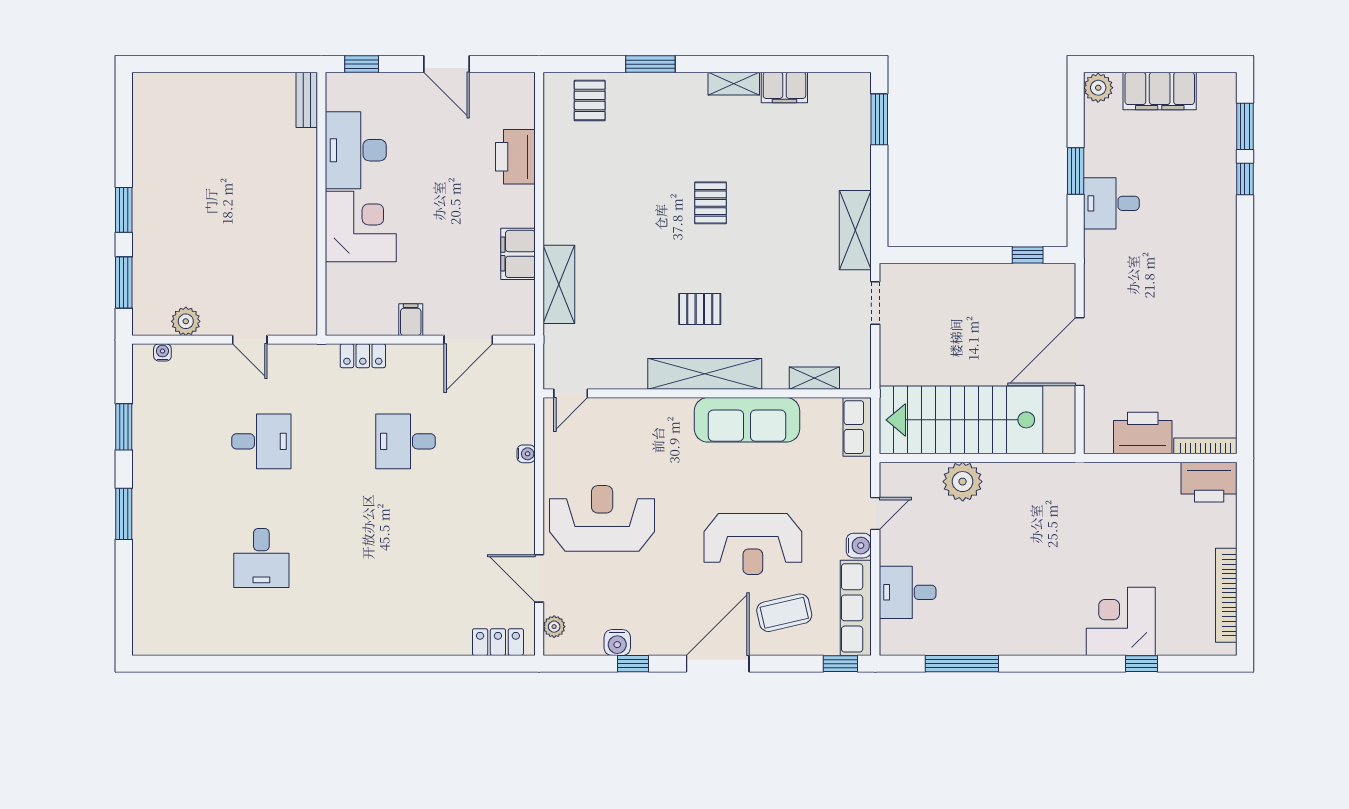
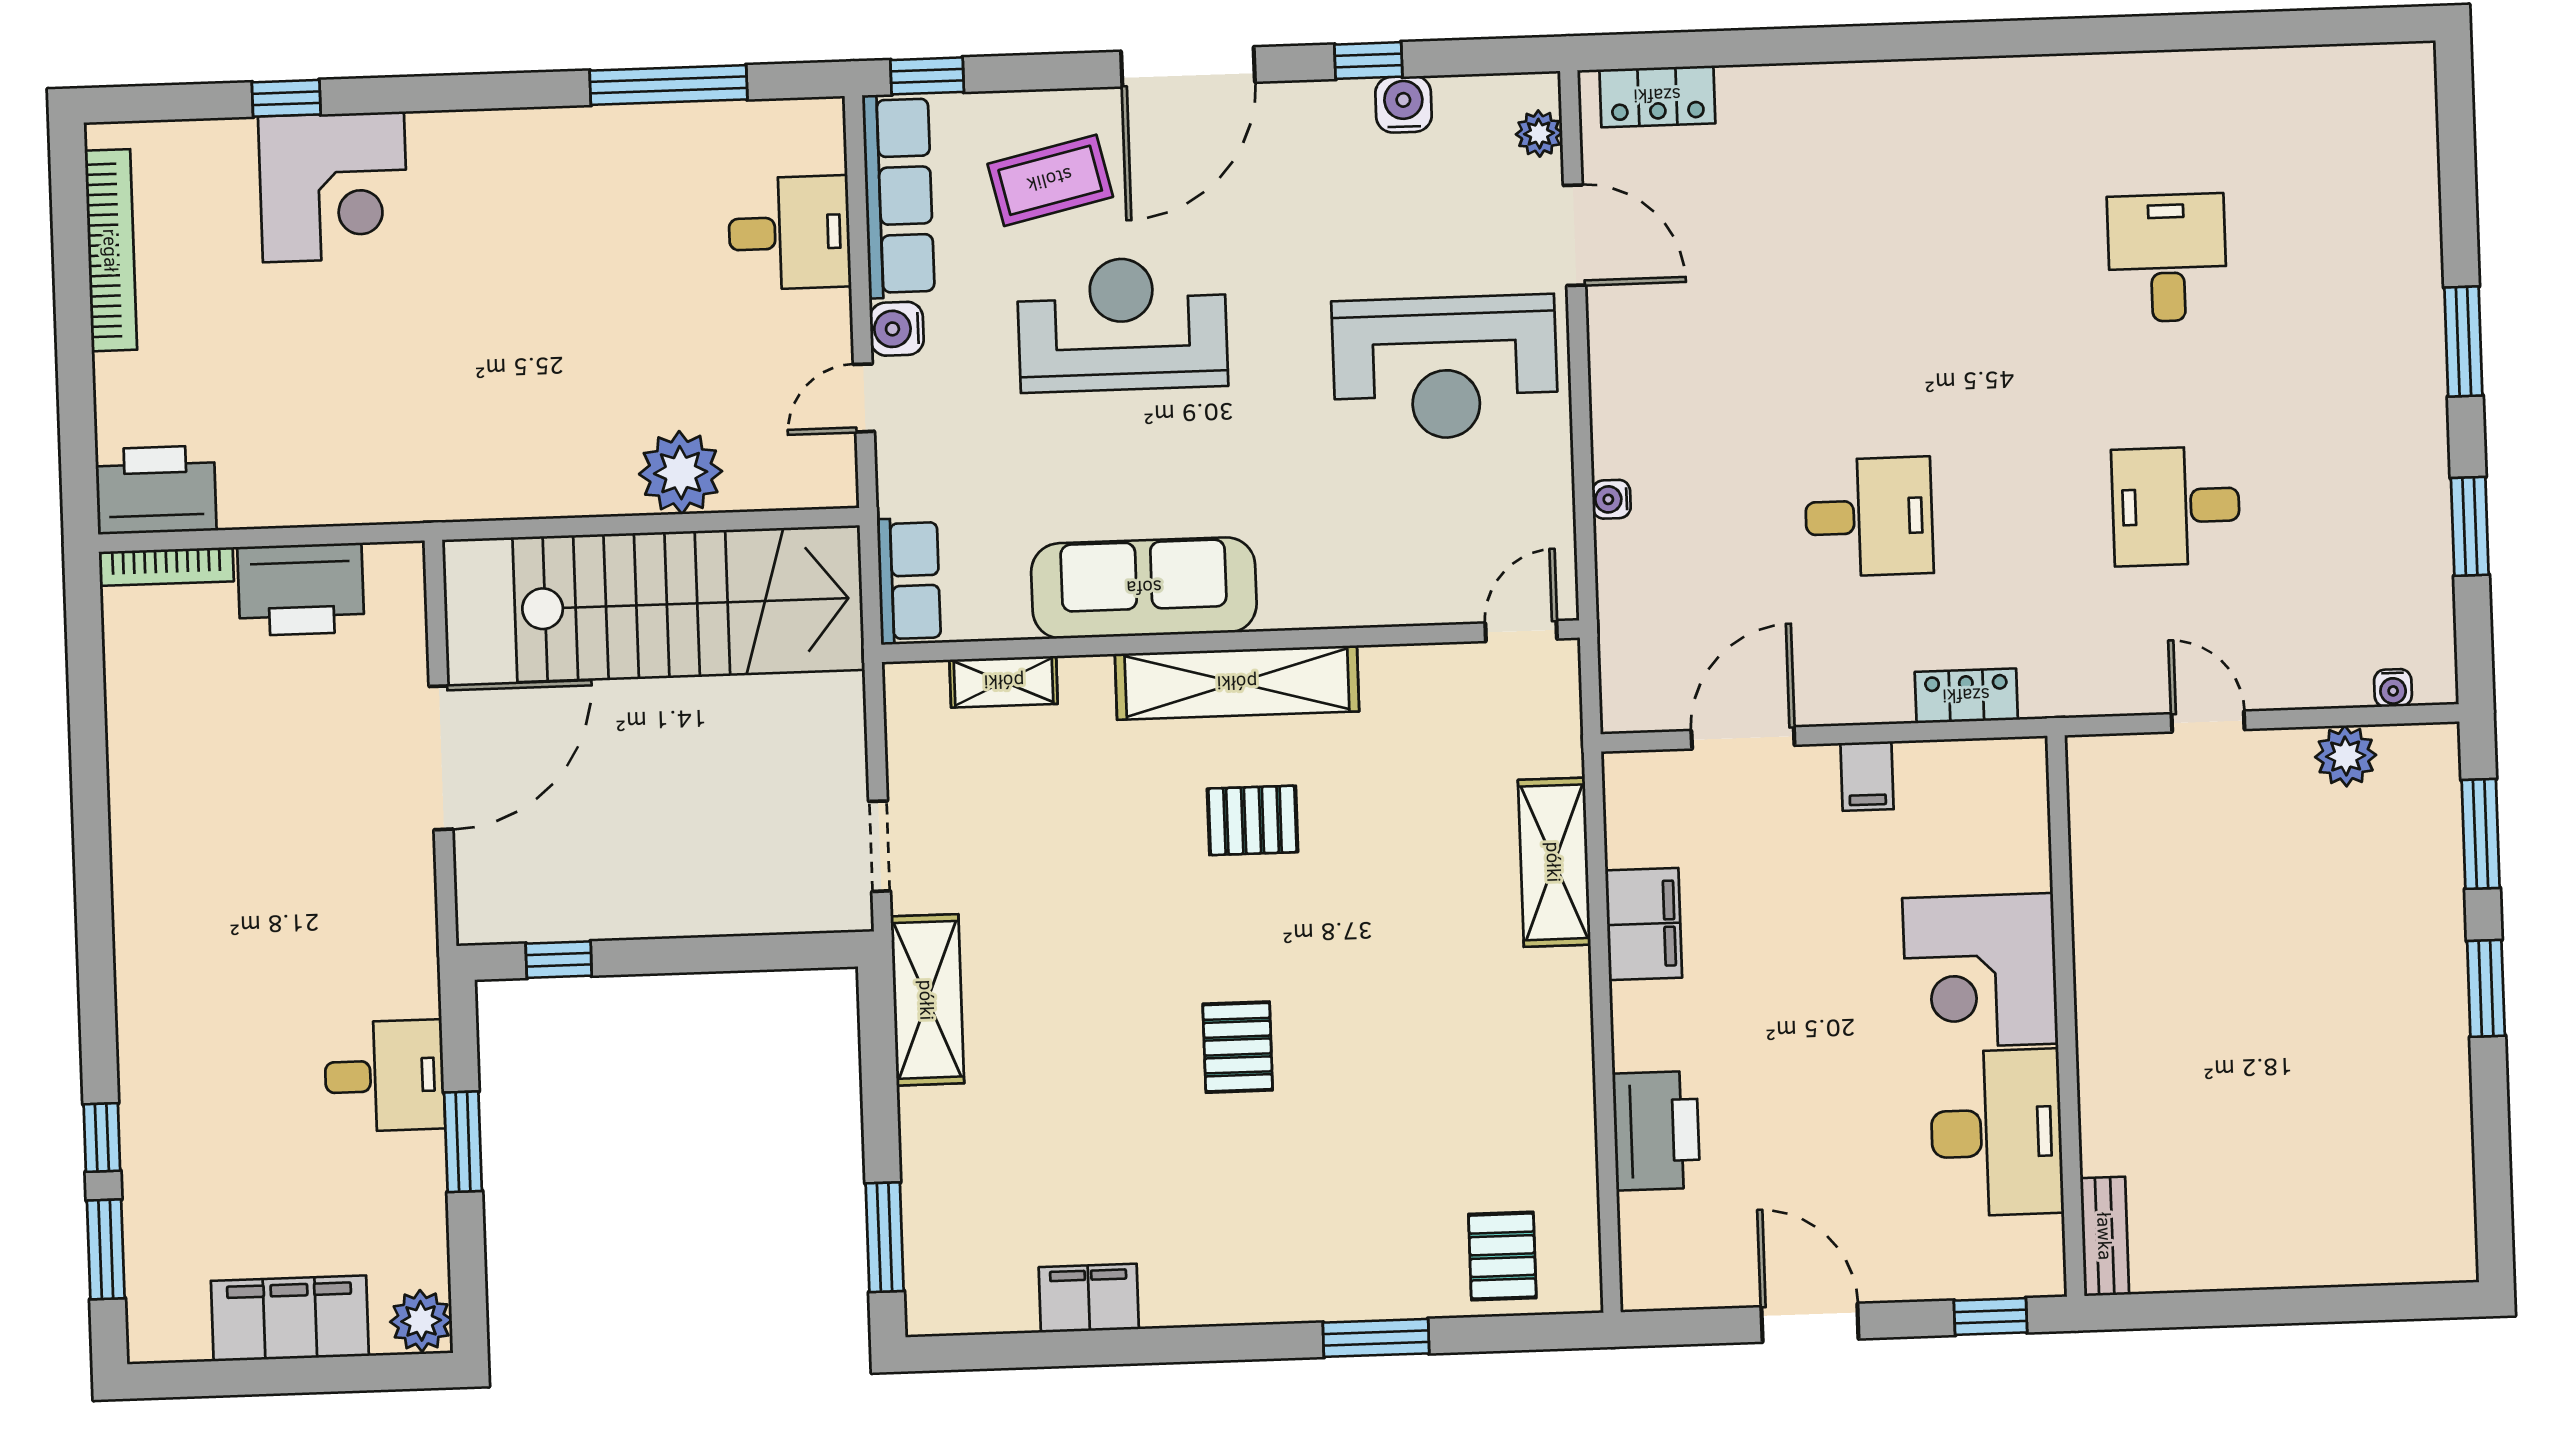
shelving: (734, 84) -> (1197, 1303), removed

